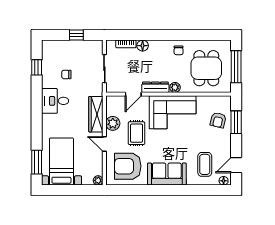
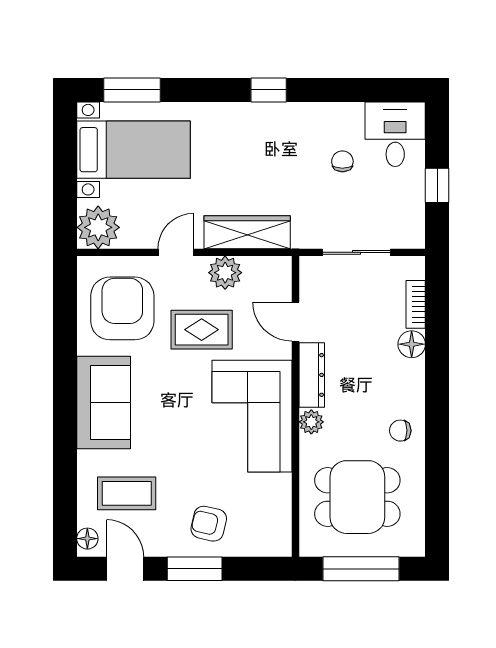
window: (37, 67) -> (269, 90), moved
desk: (55, 101) -> (395, 134), moved
armchair: (218, 120) -> (209, 524), moved
window: (236, 122) -> (195, 569), moved
plant: (98, 180) -> (98, 227), width x1.88, depth x1.88

